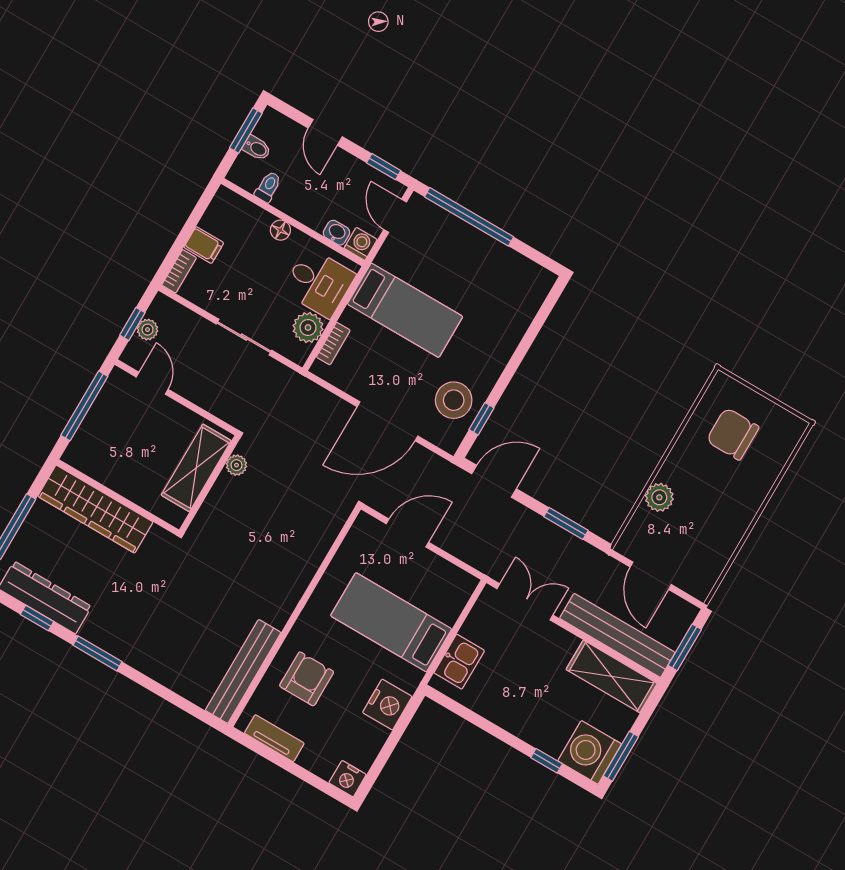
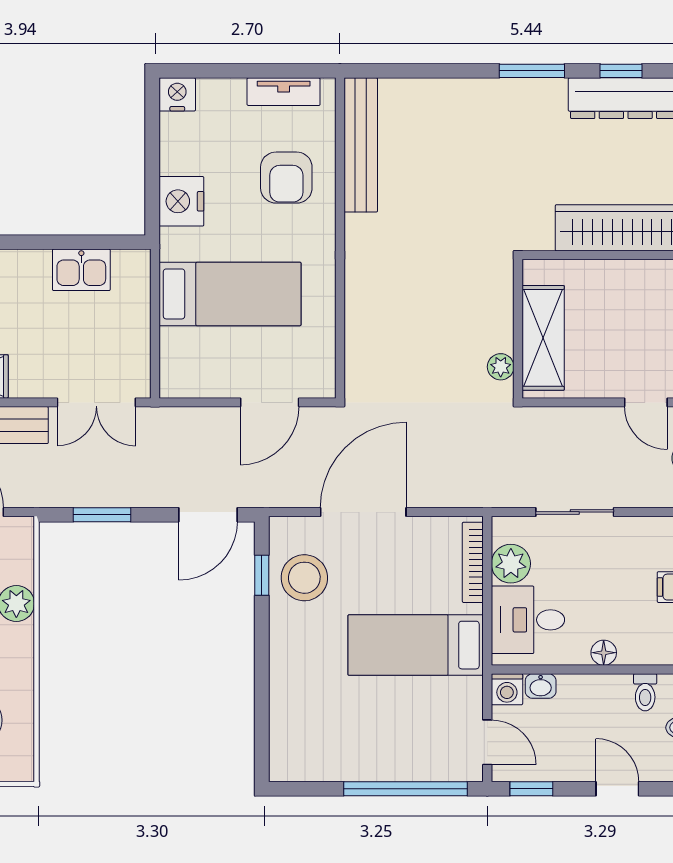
bookcase: (333, 344) -> (473, 562), width x1.56
kitchen sink: (459, 662) -> (81, 270), moved, turned -90

